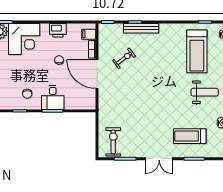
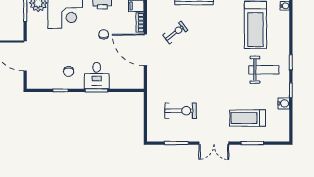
exercise bike: (113, 142) -> (181, 111), moved, turned 90

